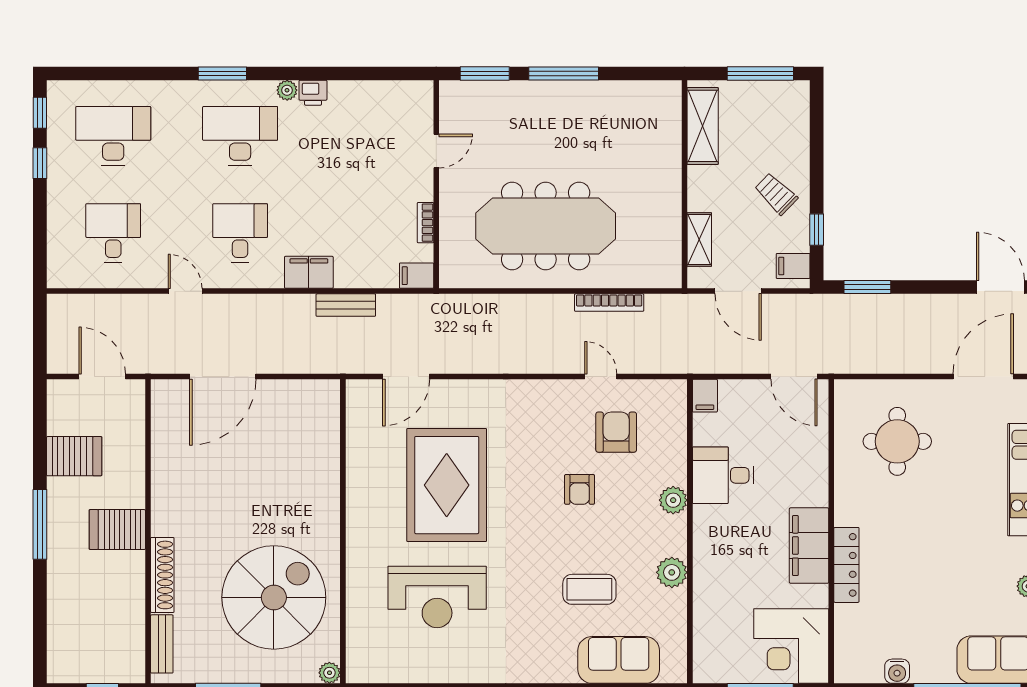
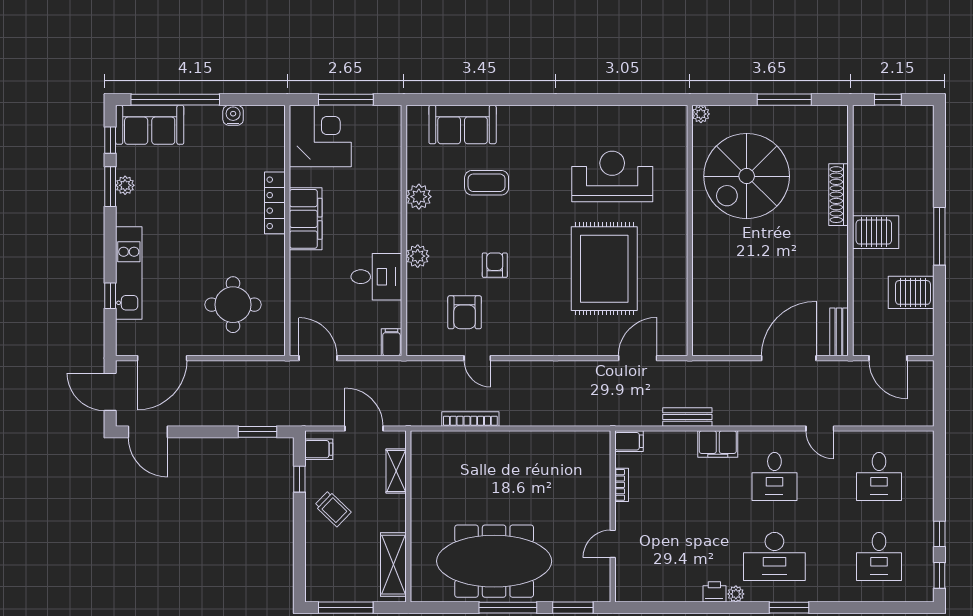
desk: (113, 136) -> (879, 556), width x0.73
meeting table: (546, 226) -> (494, 561), moved
bench: (162, 644) -> (839, 332), moved

